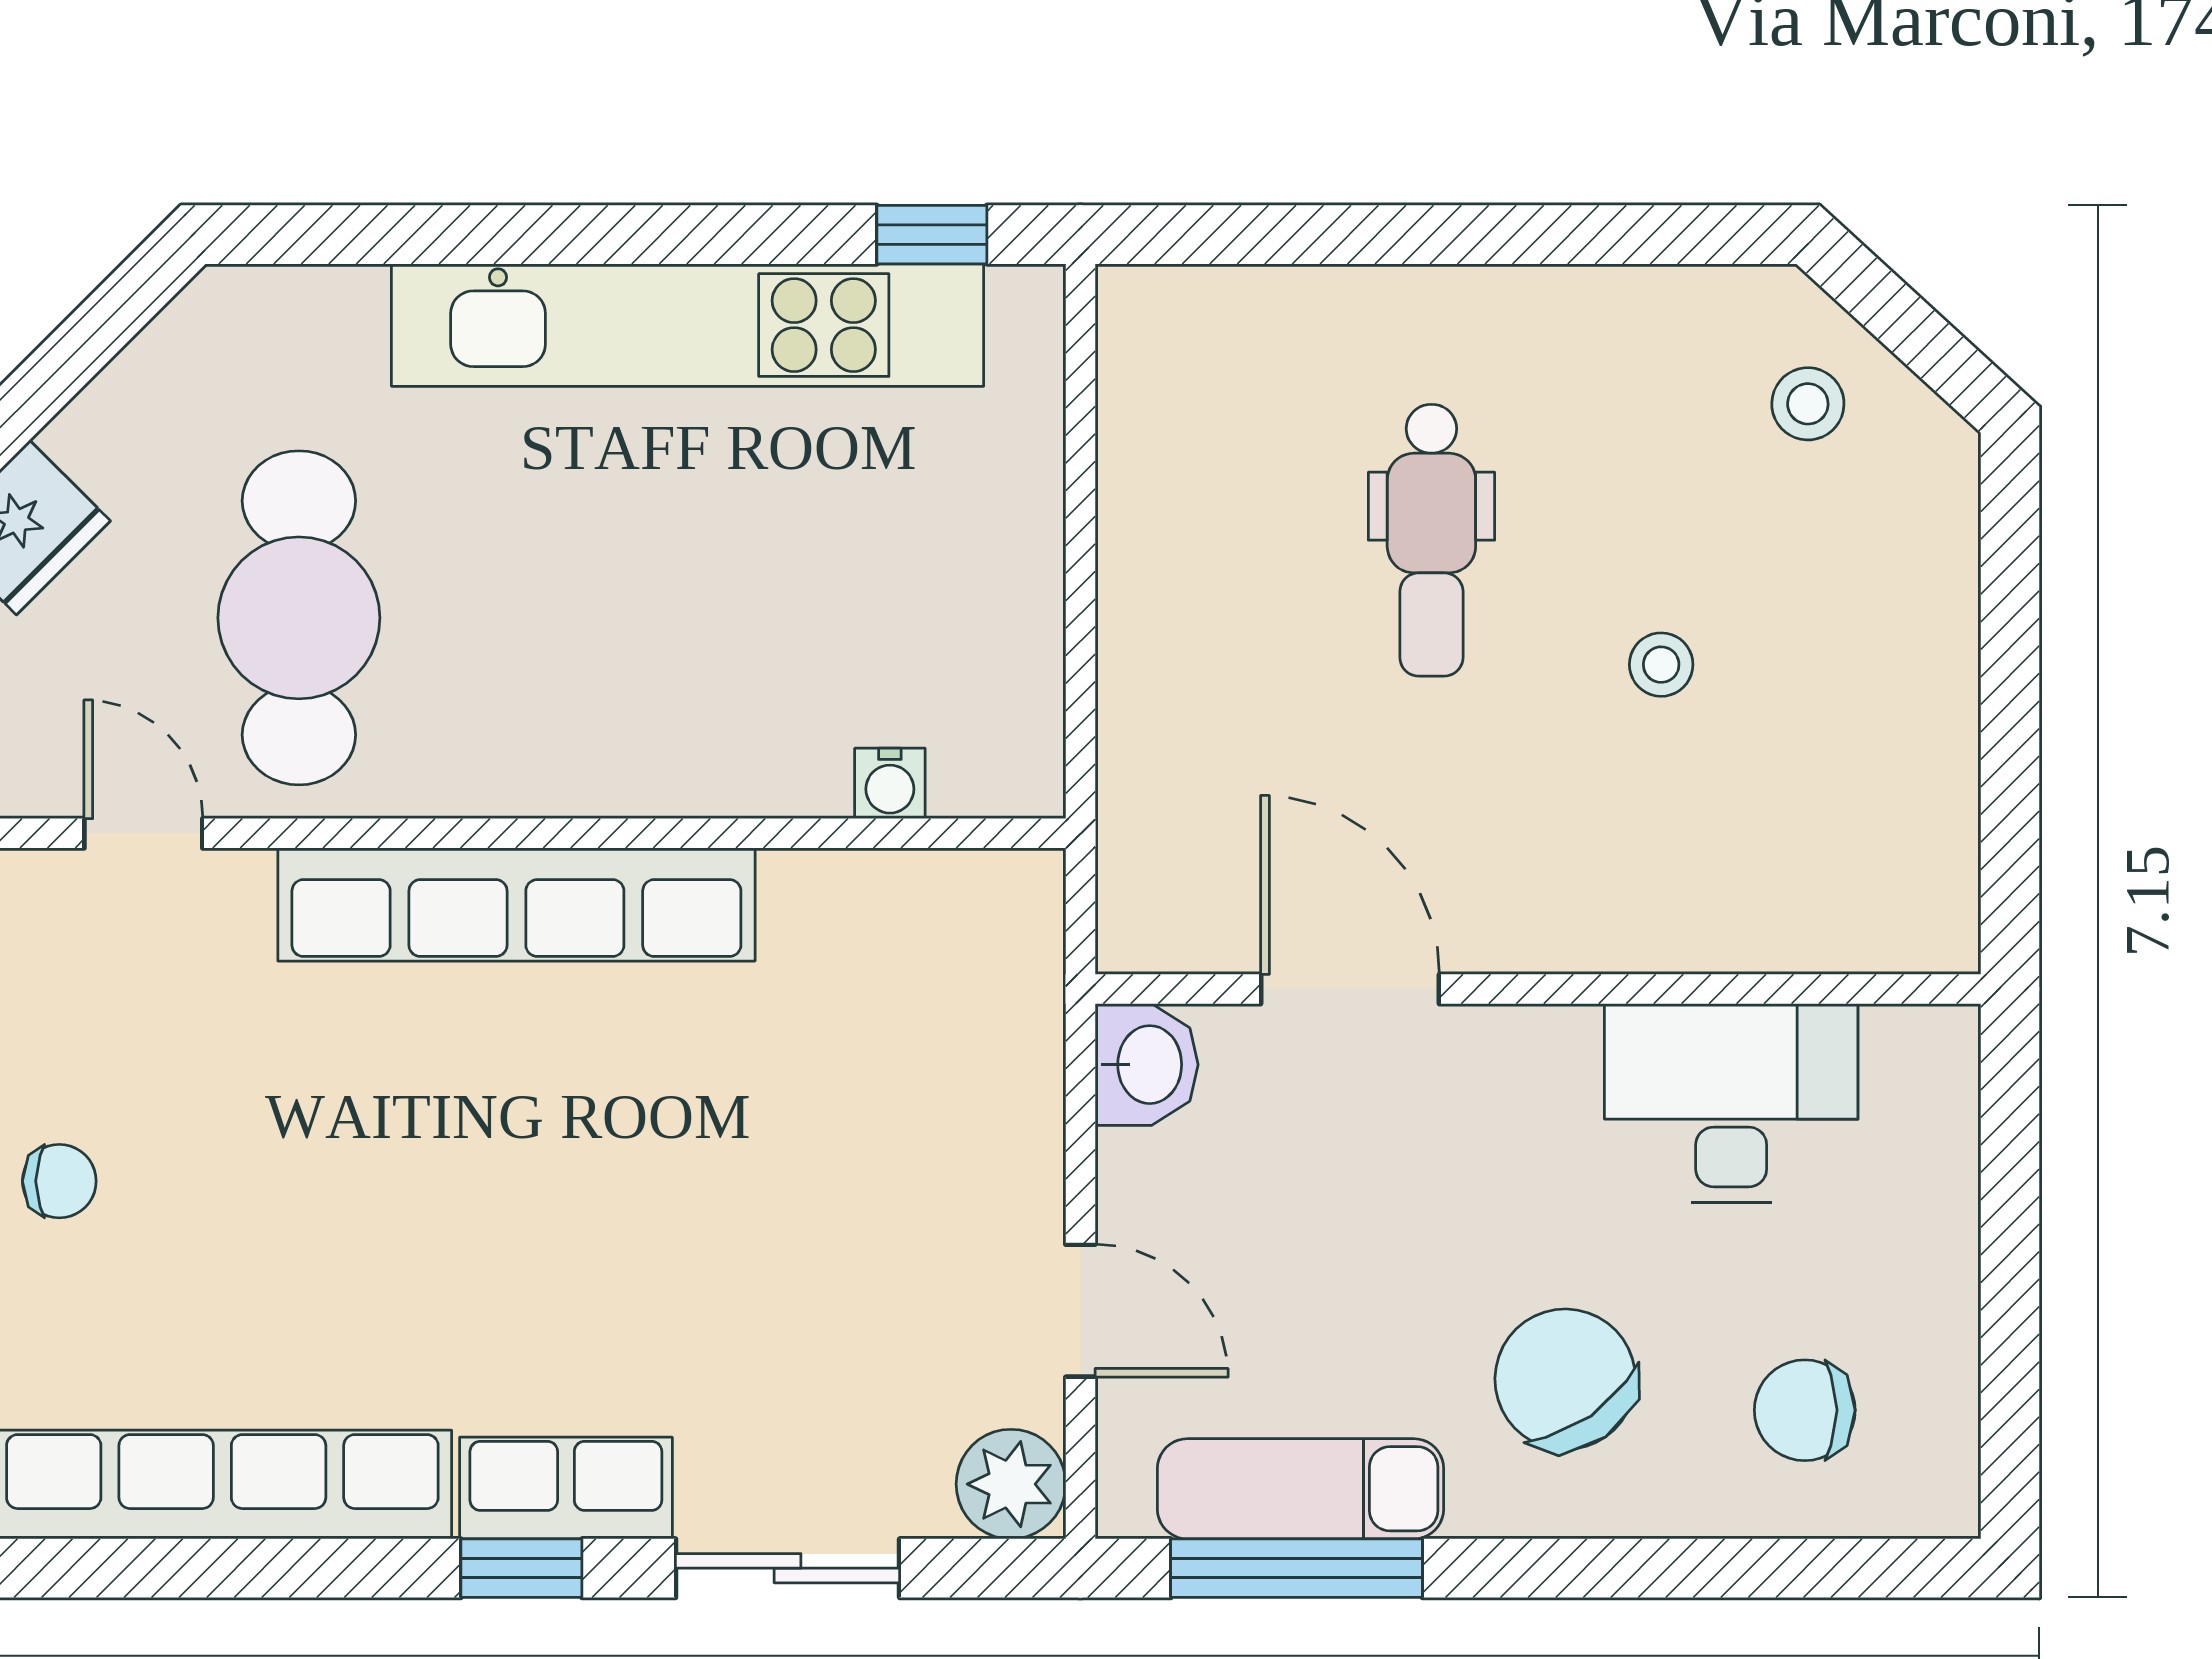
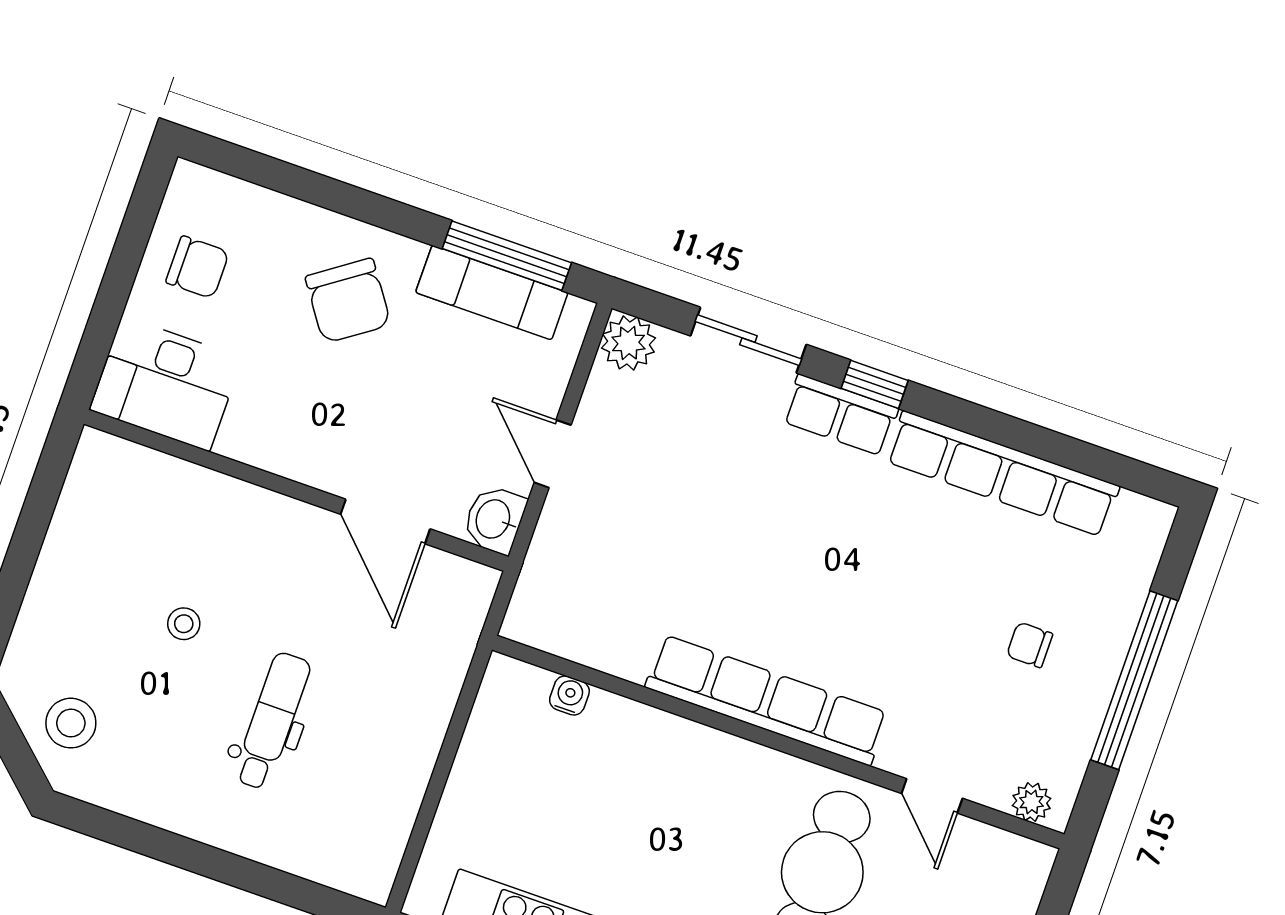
stool: (1808, 404) -> (71, 723), width x1.37, depth x1.37
desk: (1731, 1103) -> (166, 384), moved
door: (1080, 1311) -> (553, 454), moved
chair: (1805, 1410) -> (197, 267), moved

